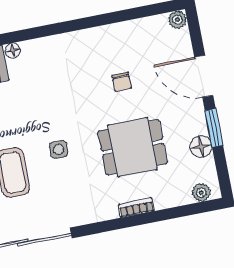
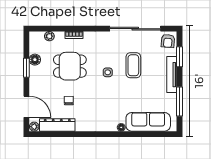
dresser: (134, 31) -> (57, 125), added
door: (204, 76) -> (26, 107), moved
plant: (201, 192) -> (49, 36), moved

